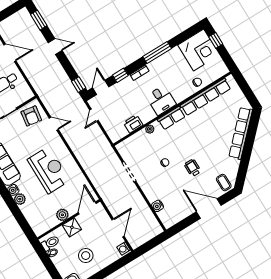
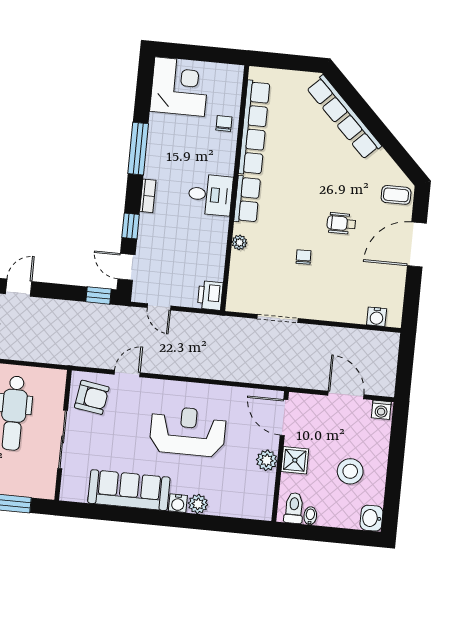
window: (216, 40) -> (185, 52), removed
printer: (133, 124) -> (210, 295), moved
water cooler: (158, 206) -> (377, 317), moved

